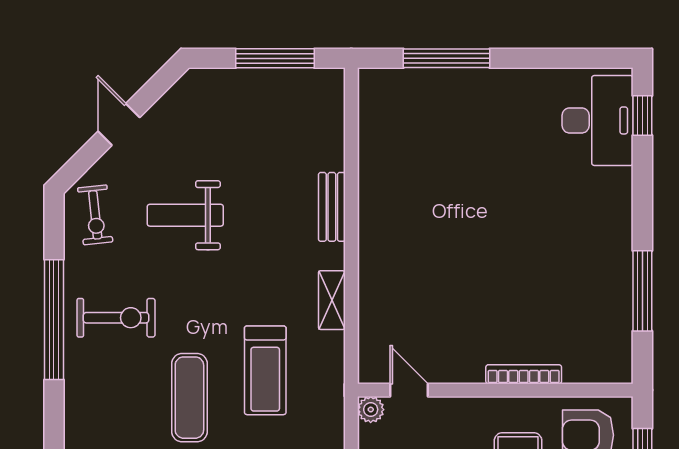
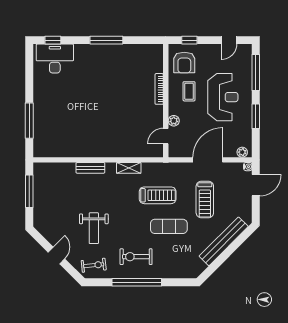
door: (119, 124) -> (56, 255), swing flipped
window: (642, 291) -> (106, 40), moved
exercise bike: (116, 318) -> (136, 257), turned -90
plant: (371, 410) -> (174, 121), moved

